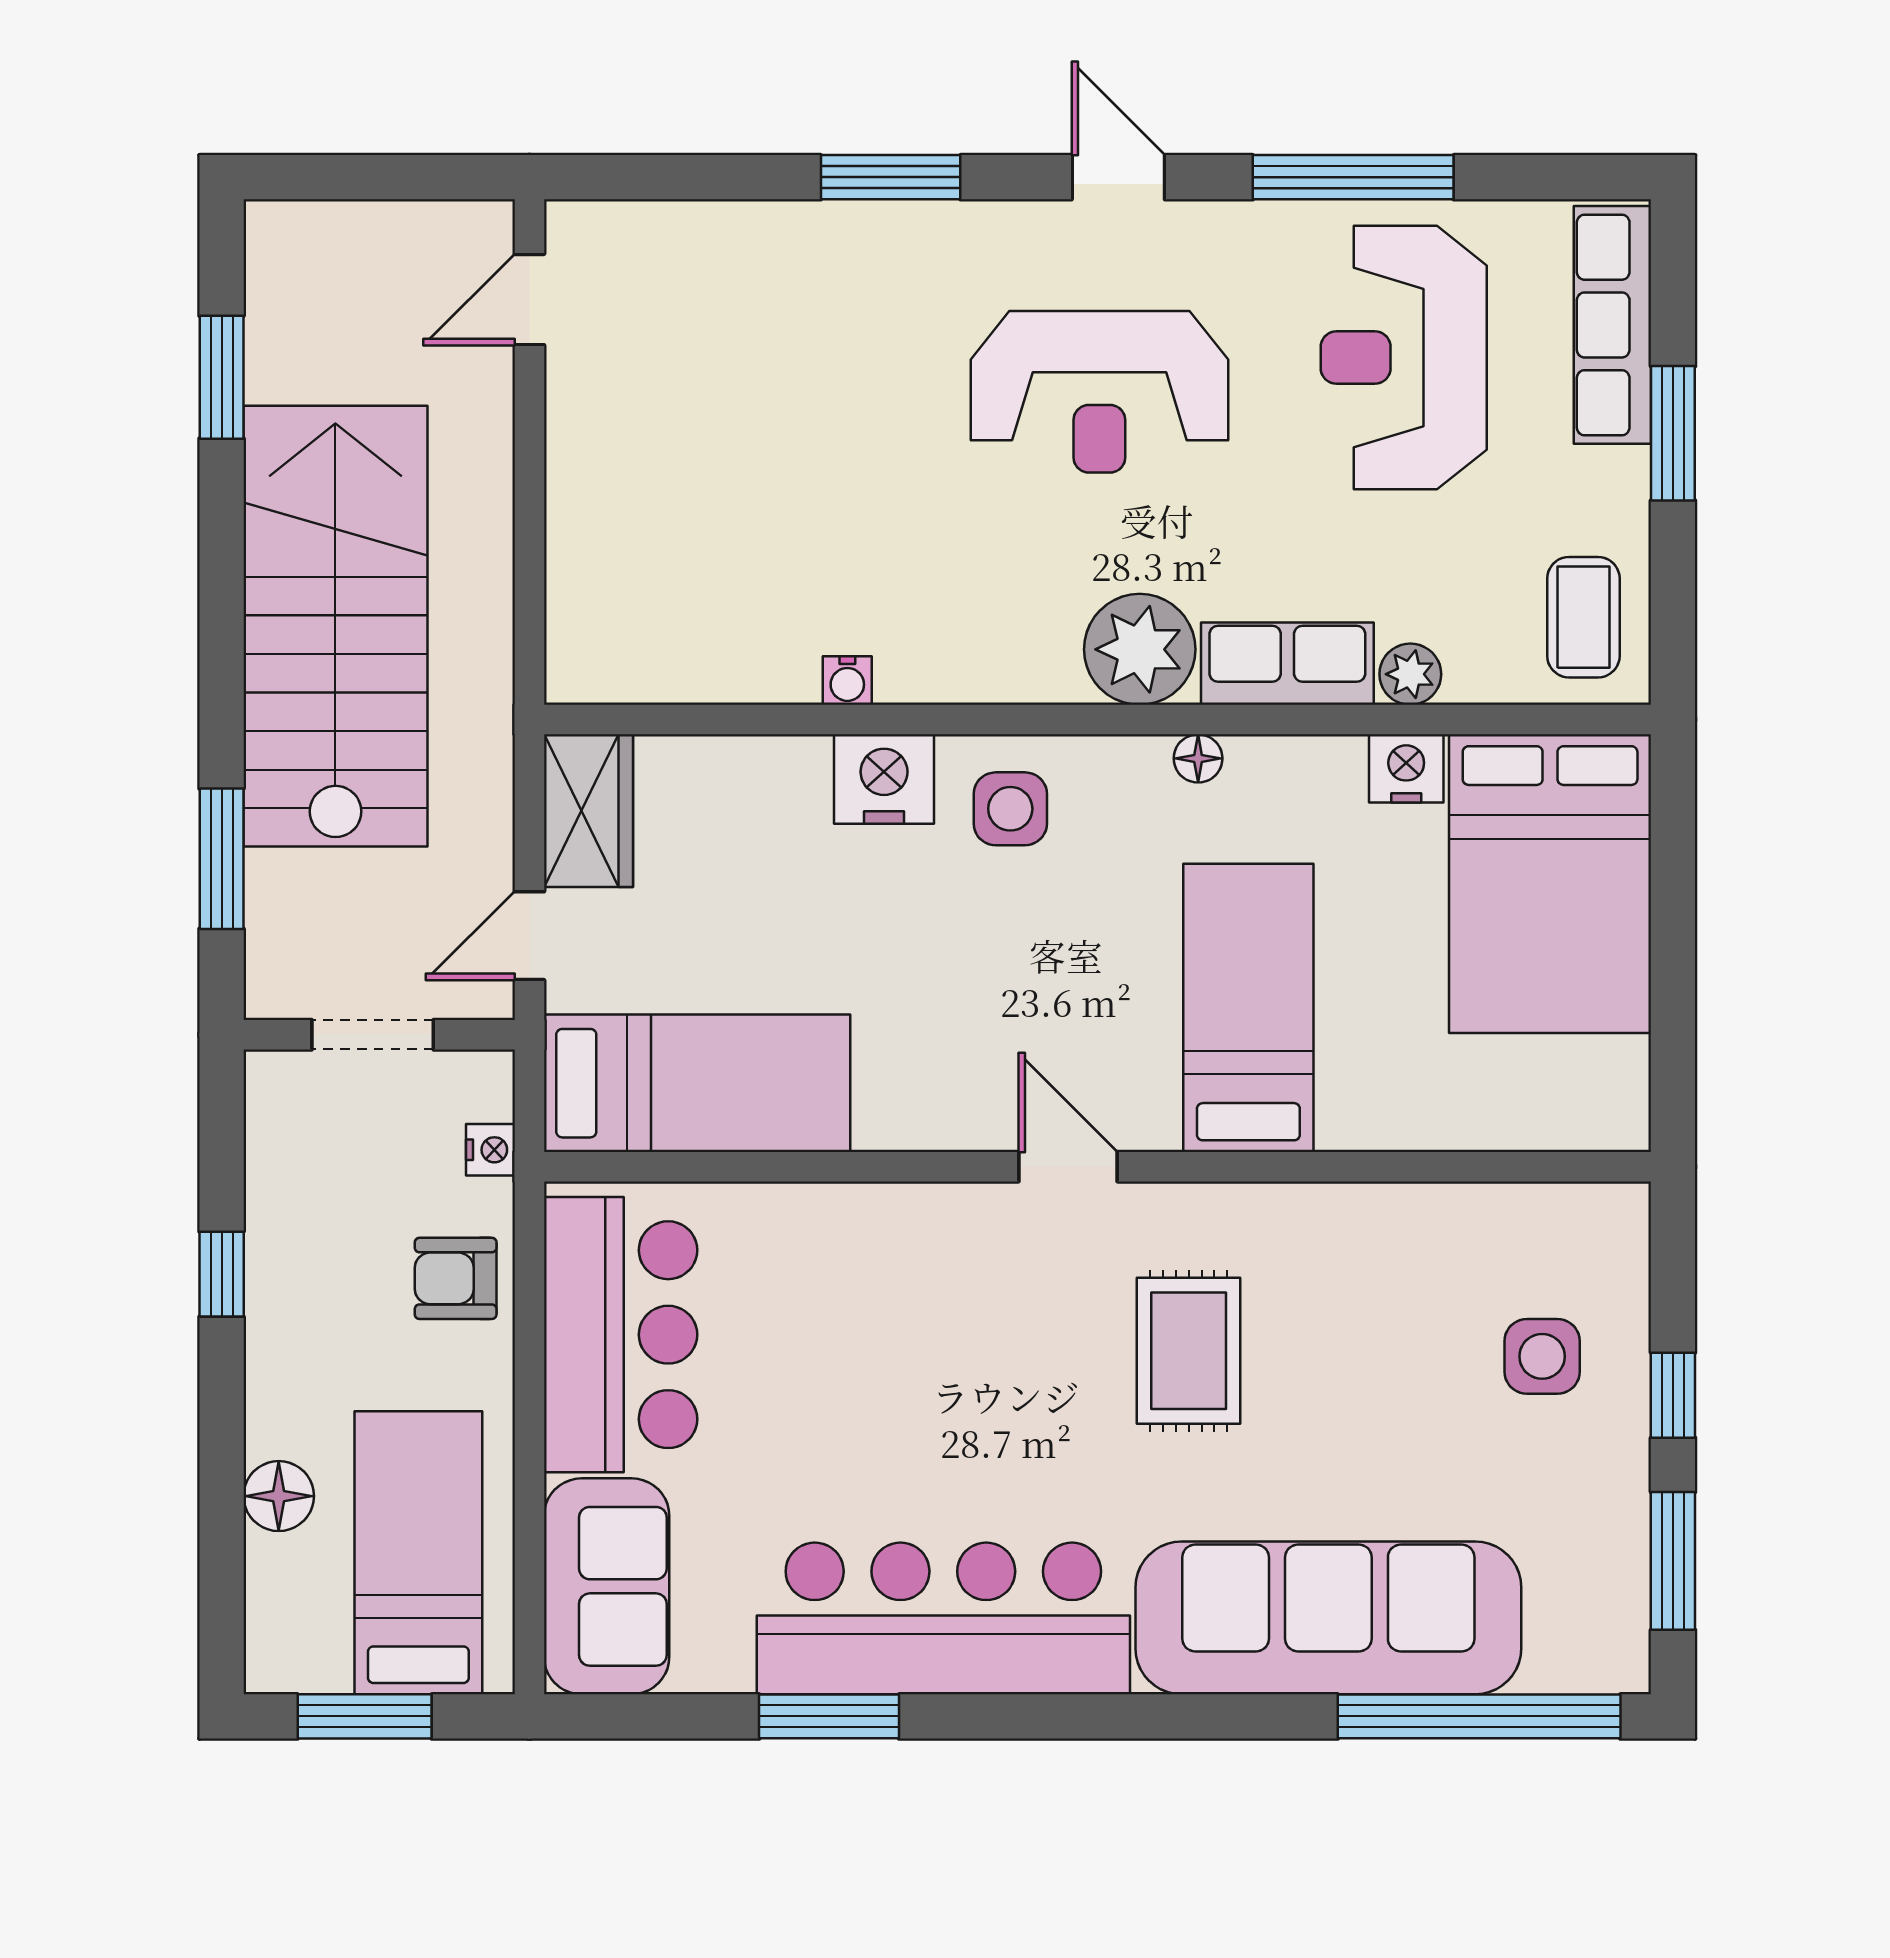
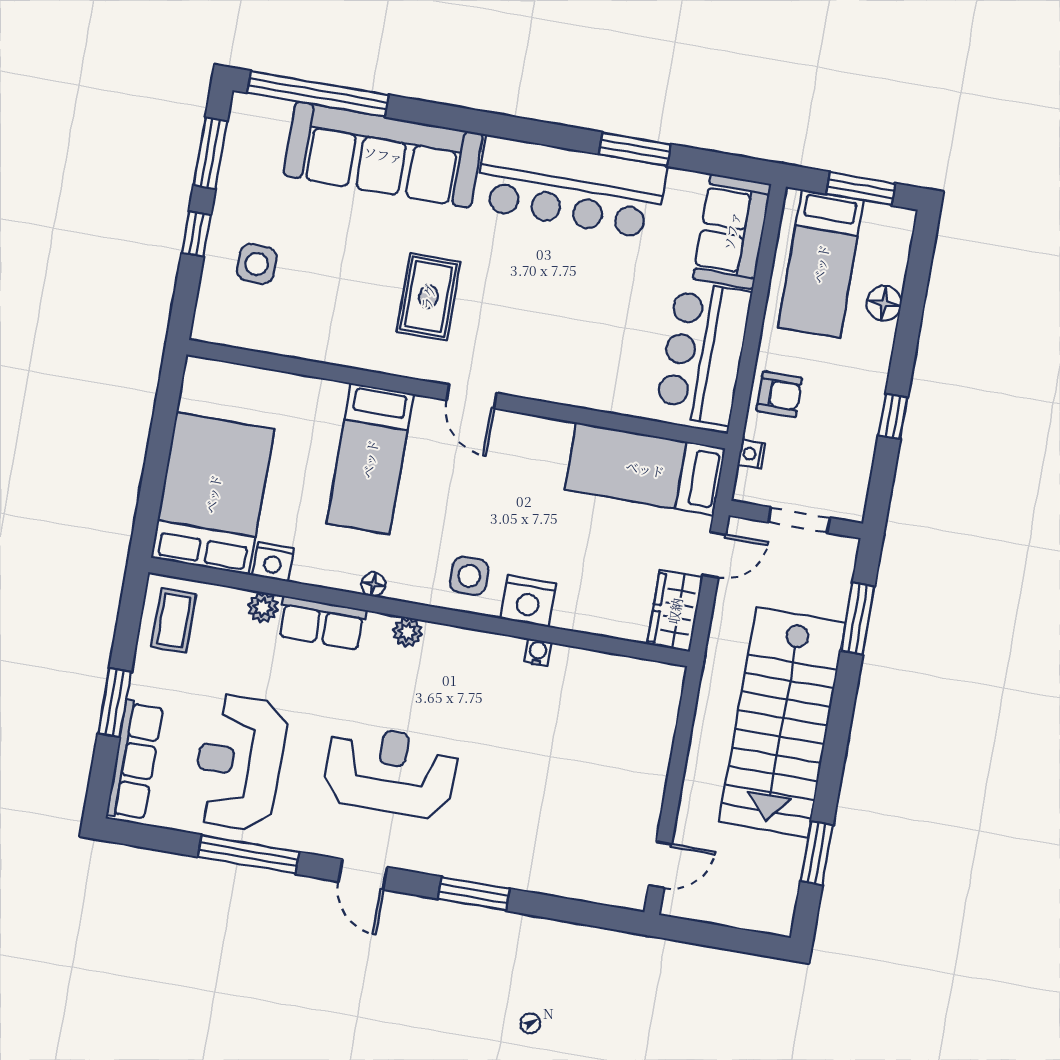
reception desk: (1404, 358) -> (239, 762), turned 180
plant: (1140, 649) -> (407, 632), width x0.53, depth x0.53

